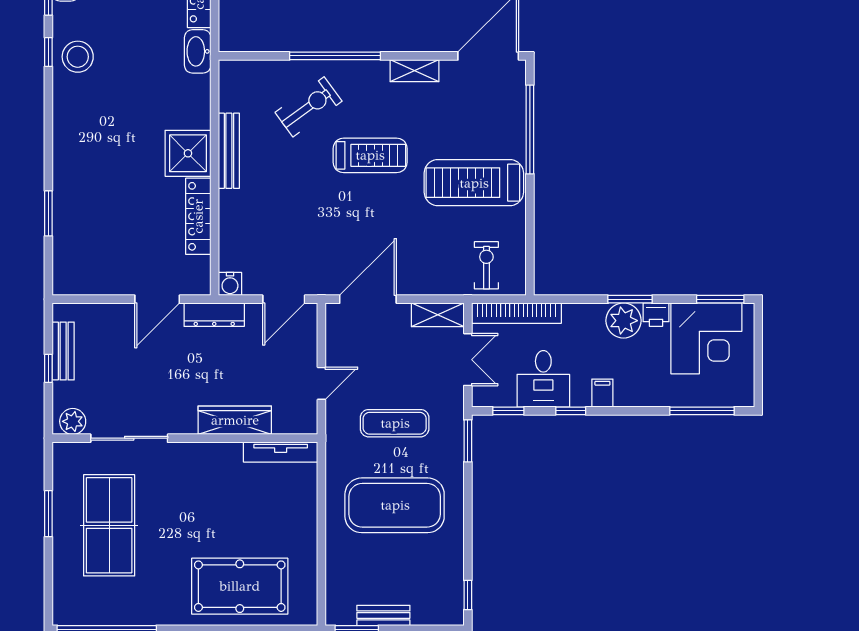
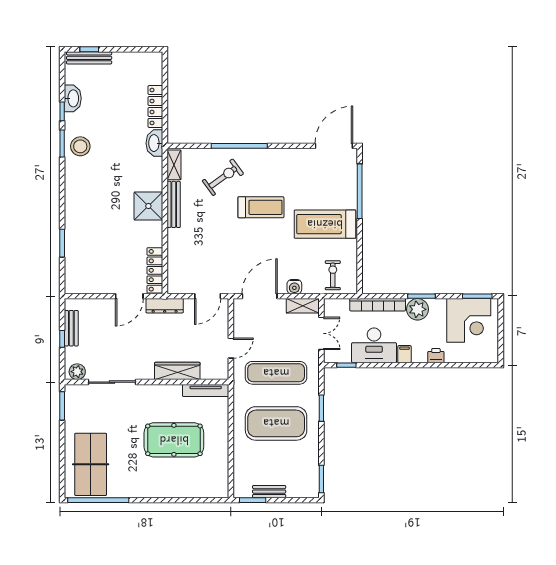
window: (48, 52) -> (62, 143), width x1.50
shelving: (414, 71) -> (174, 165), moved, turned 90
locker: (198, 216) -> (155, 270), moved
water cooler: (230, 284) -> (294, 287), moved
bookcase: (516, 313) -> (378, 305), moved
printer: (656, 315) -> (436, 356), moved, turned 180
desk: (543, 379) -> (374, 345), width x1.37
window: (571, 411) -> (385, 365), removed
window: (702, 411) -> (466, 365), removed
exercise mat: (395, 423) -> (276, 373), width x1.36, depth x1.45
window: (468, 441) -> (321, 408), moved
window: (48, 514) -> (62, 406), moved
table tennis table: (109, 525) -> (91, 464), moved
pool table: (240, 586) -> (174, 440), moved
window: (468, 595) -> (321, 479), width x1.50

